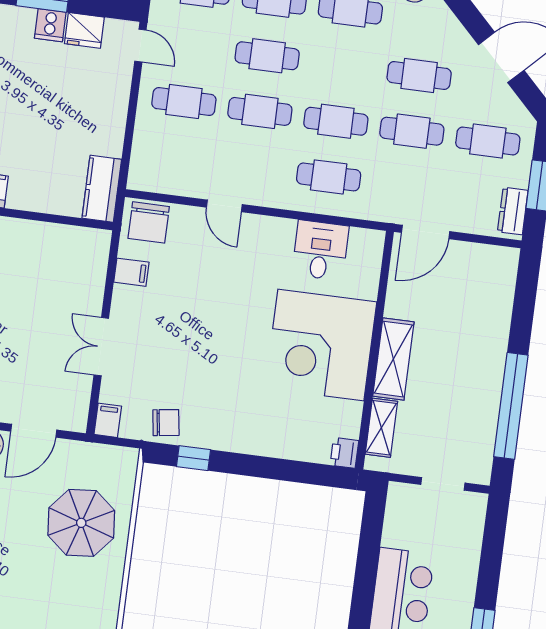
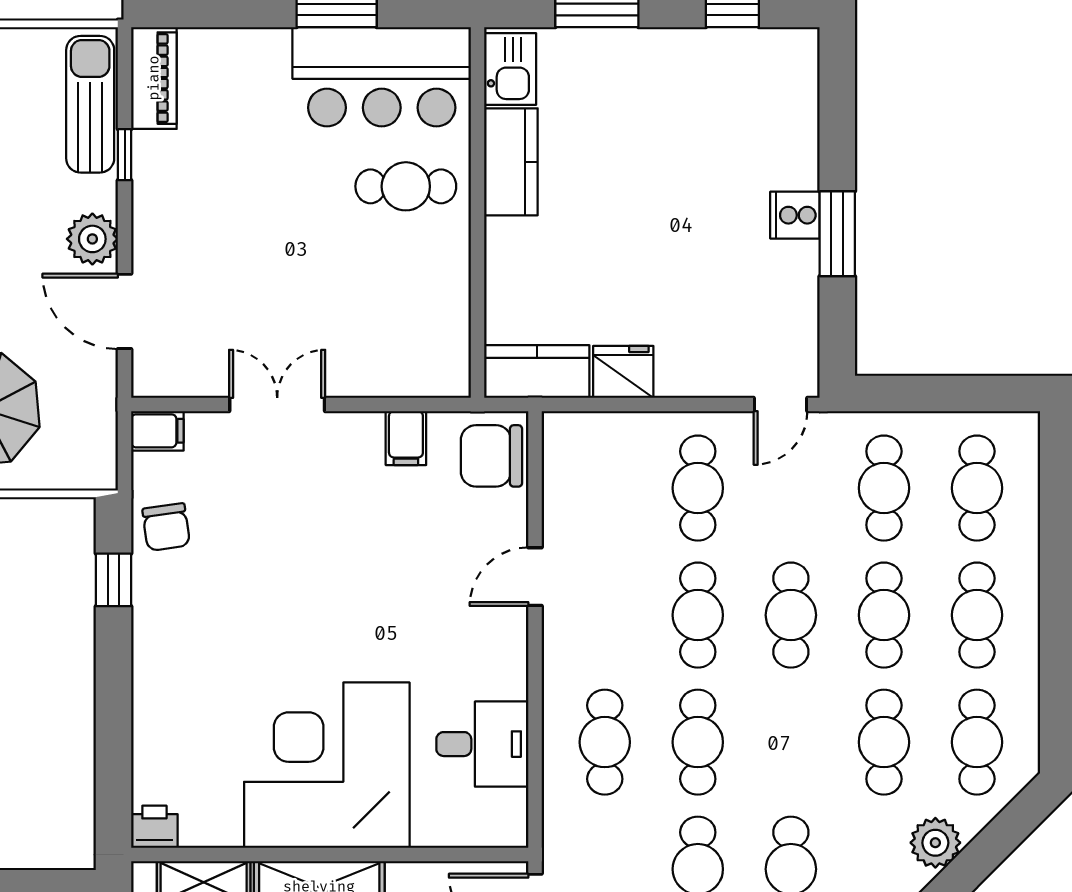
cooker: (50, 25) -> (795, 215), moved
fridge: (84, 30) -> (623, 372), moved, turned 90

